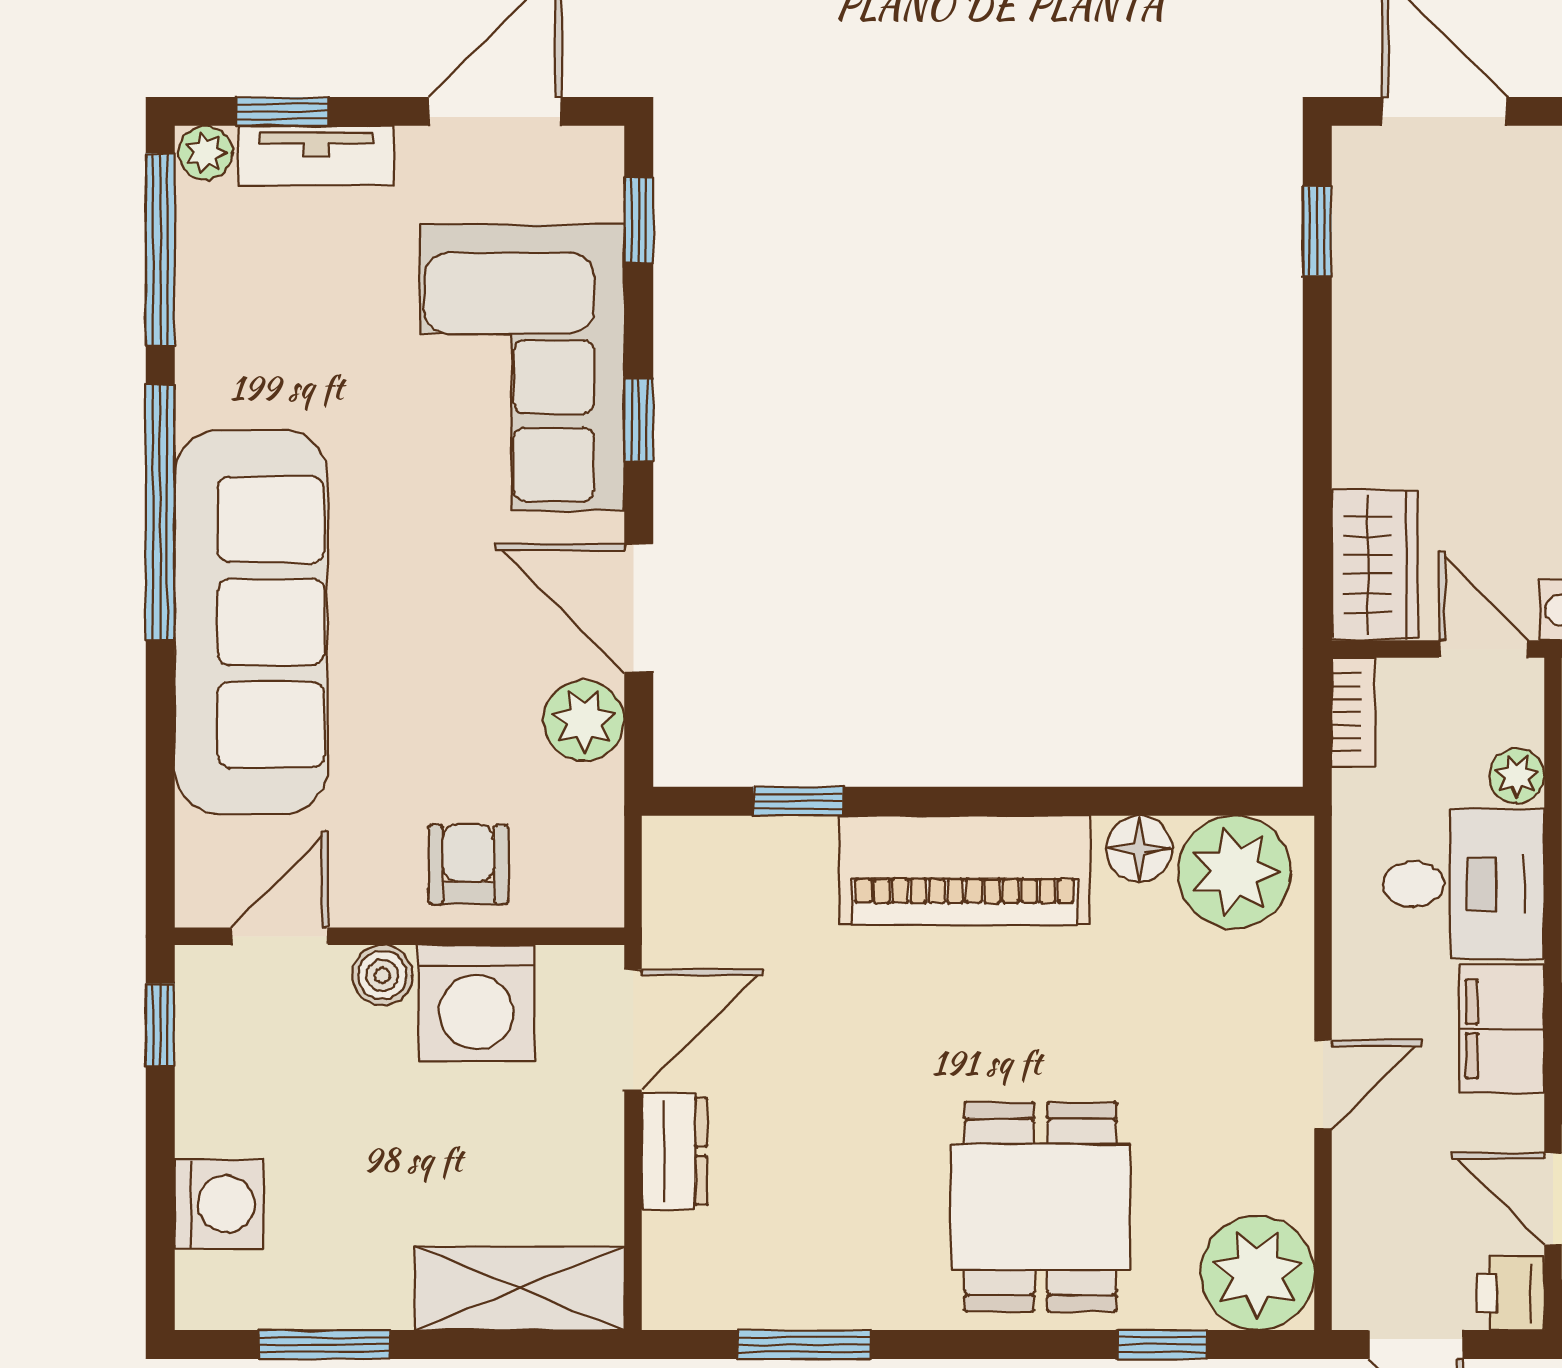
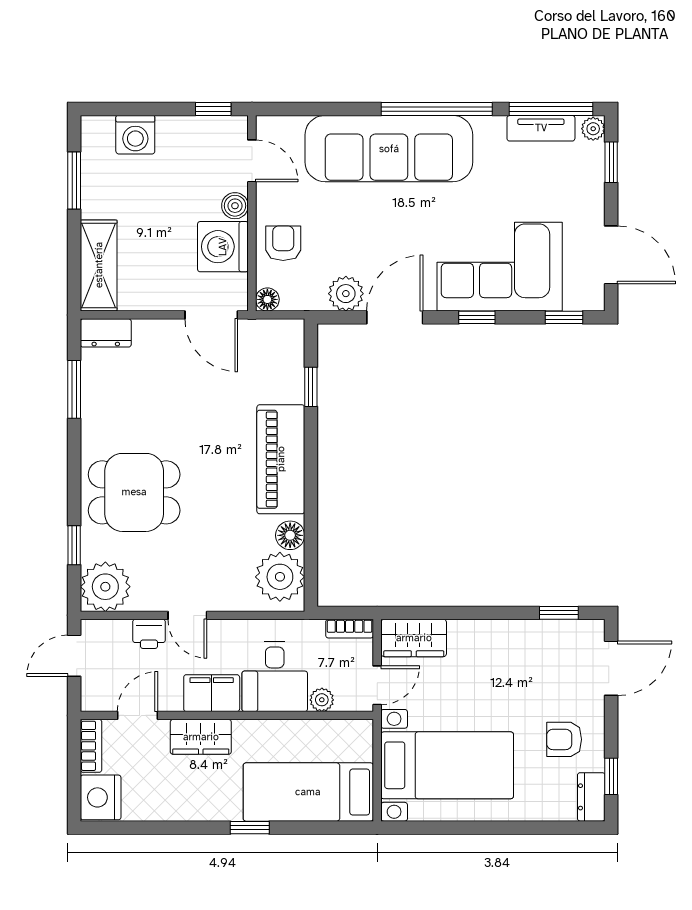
tv unit: (316, 155) -> (541, 128), moved, turned -90
armchair: (468, 864) -> (283, 243), turned -90
floor lamp: (598, 901) -> (267, 299), added
dresser: (674, 1151) -> (106, 333), moved
printer: (1510, 1293) -> (149, 634), moved, turned 180

